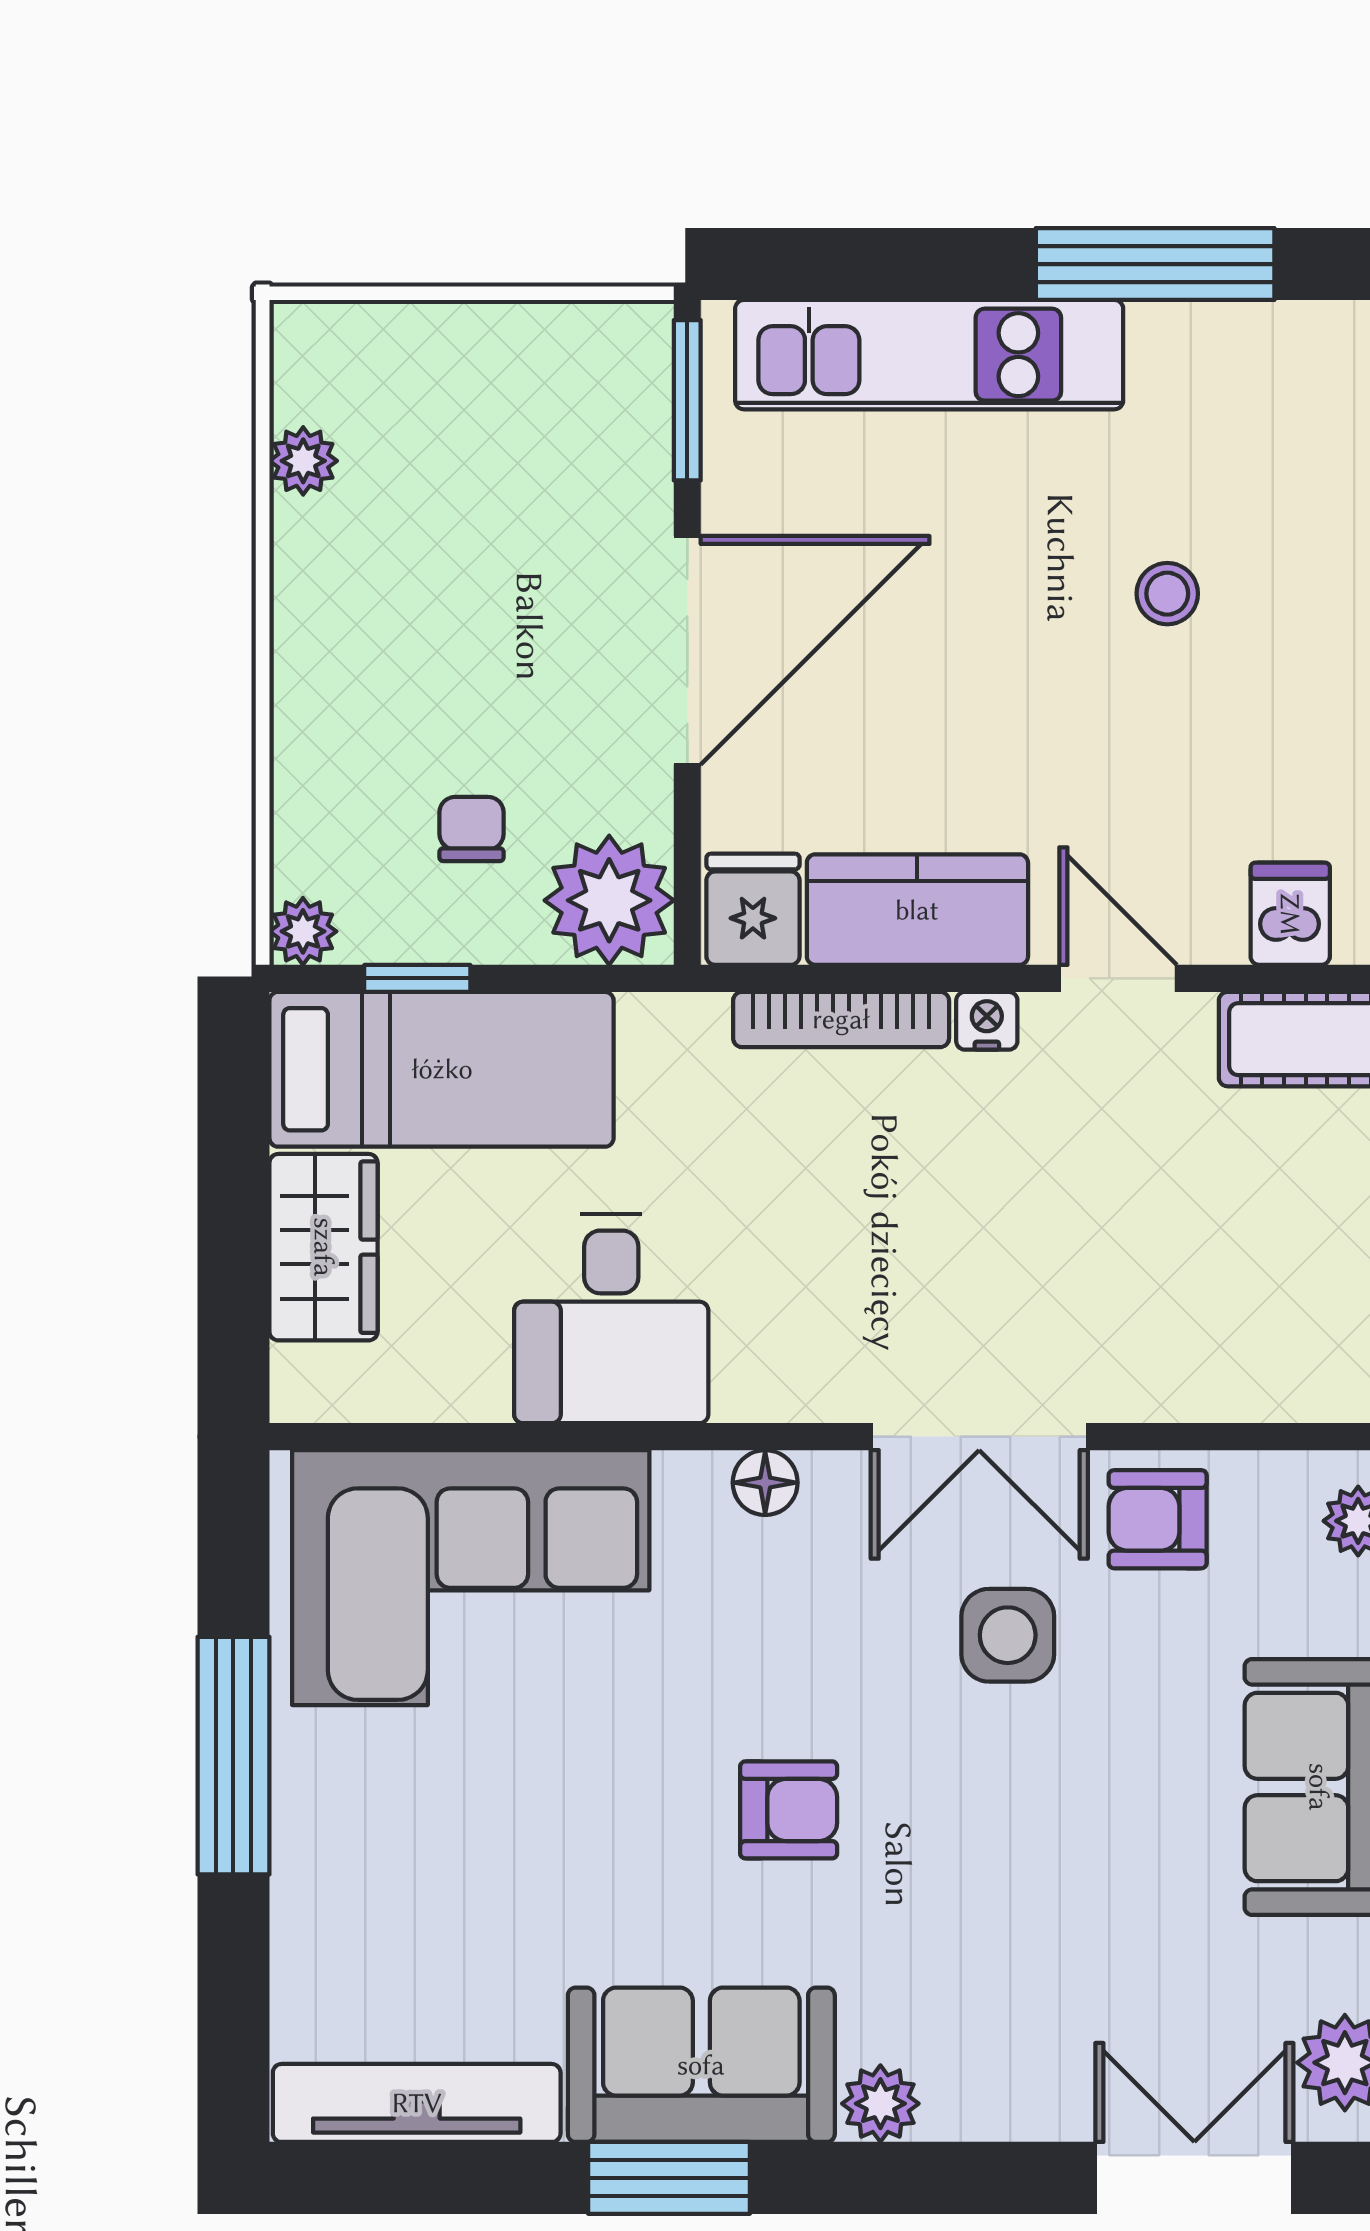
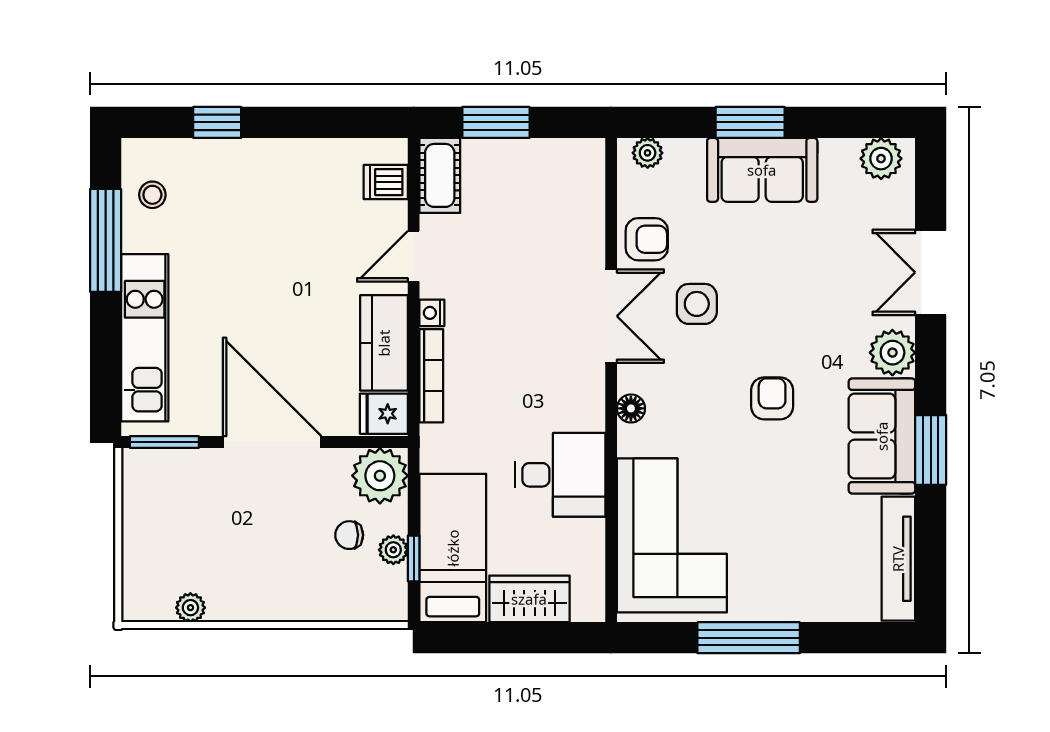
stool: (1167, 594) -> (152, 195), moved
plant: (303, 931) -> (393, 550), moved
armchair: (1158, 1519) -> (647, 239), turned -90
plant: (880, 2104) -> (892, 353), width x1.38, depth x1.38
double door: (1194, 2178) -> (931, 272), moved

